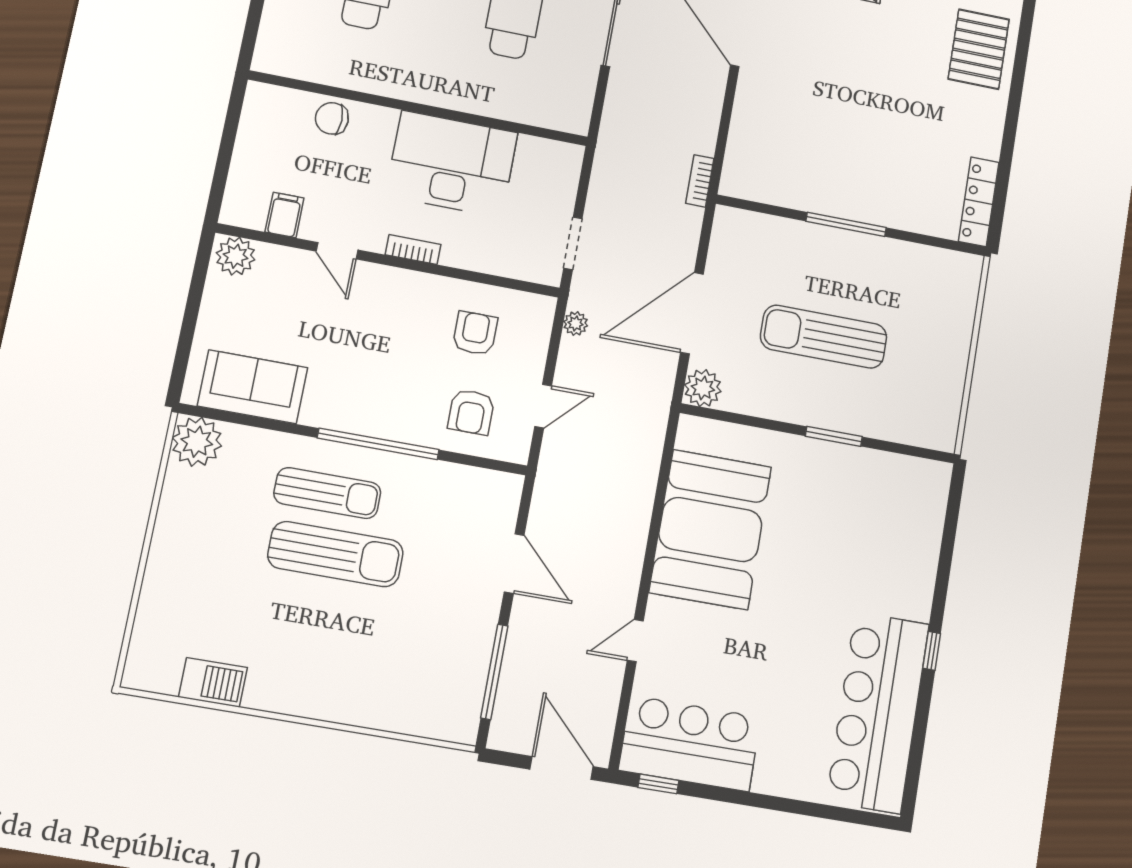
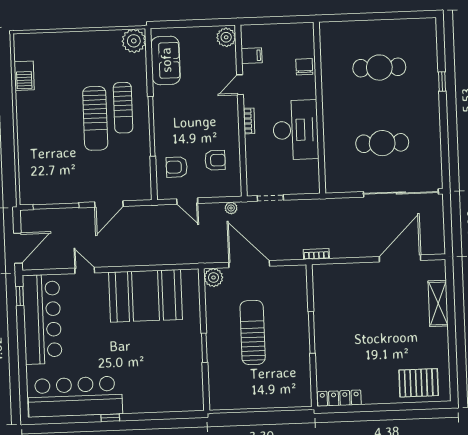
bar counter: (690, 744) -> (42, 319), width x1.36

